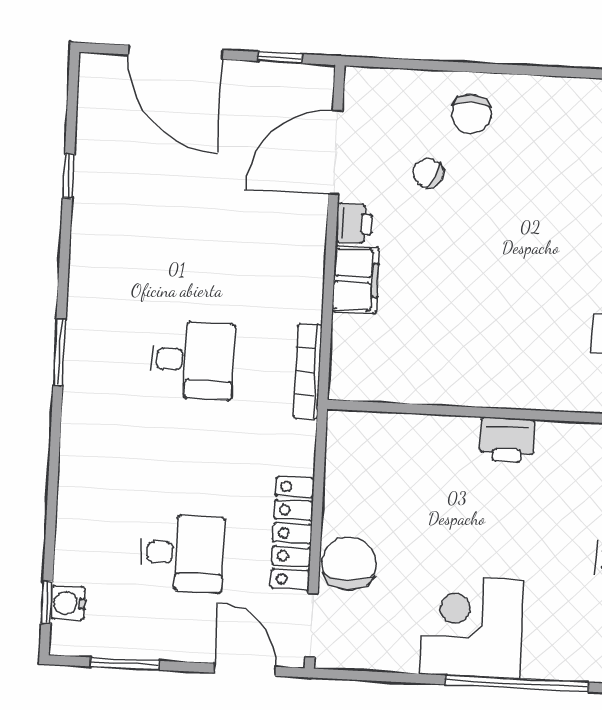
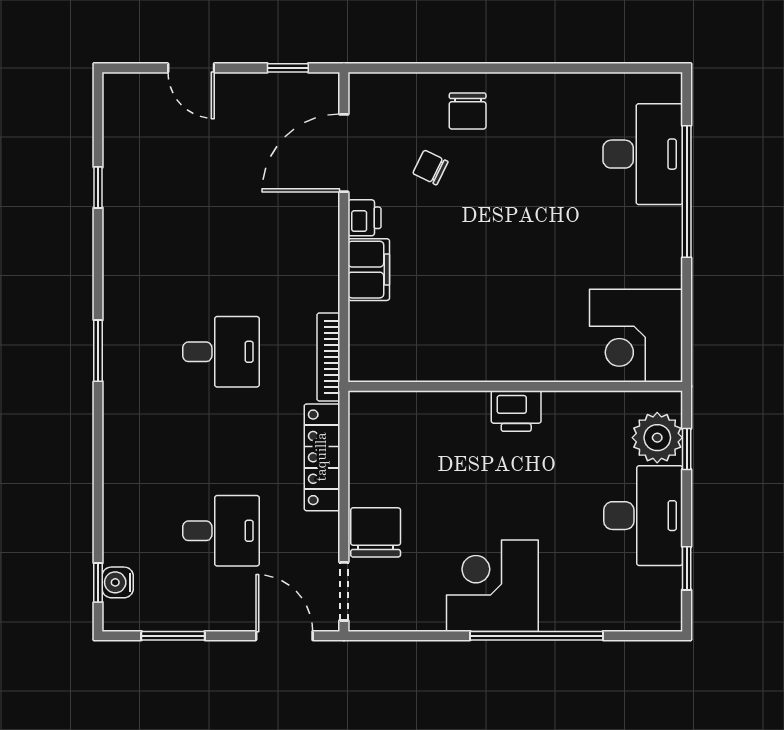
door: (175, 52) -> (191, 68), width x0.53
locker: (293, 533) -> (322, 457), moved

